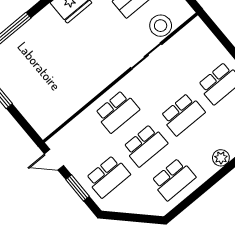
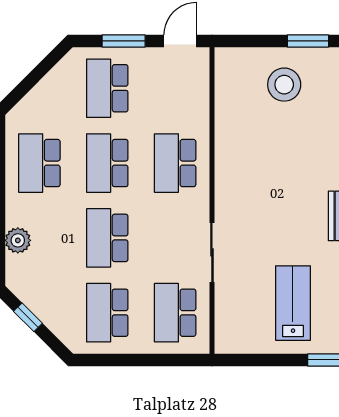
stool: (161, 26) -> (284, 85), moved
school desk: (192, 49) -> (175, 313), added

